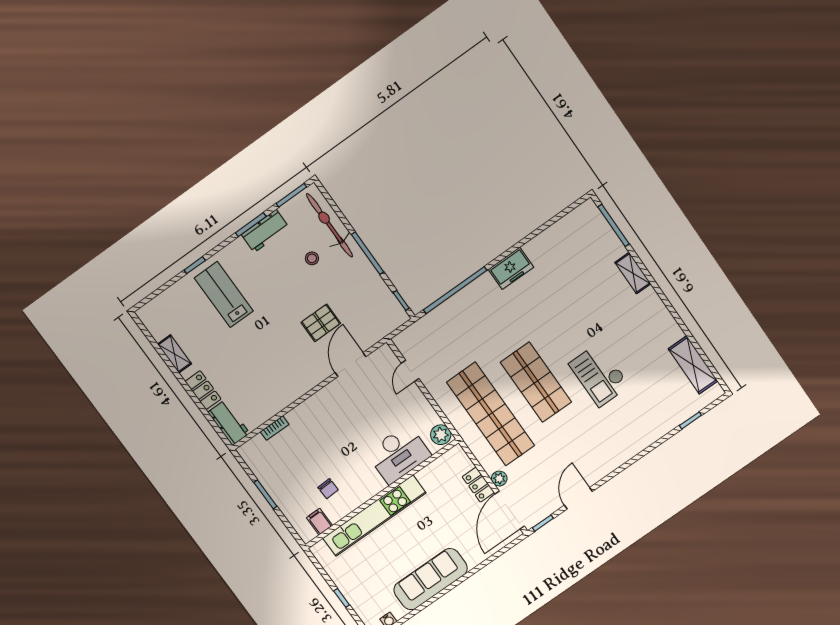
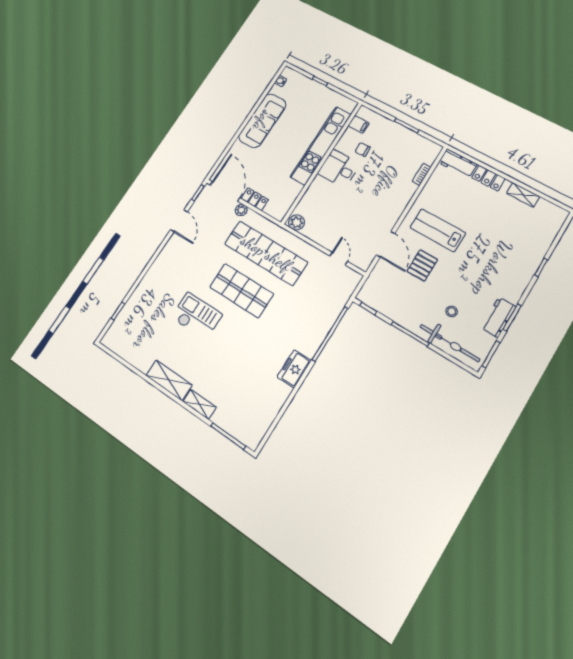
lab bench: (224, 295) -> (438, 230), moved, turned 180
shelving: (693, 365) -> (169, 380), moved
desk: (399, 454) -> (339, 169), moved, width x0.73

